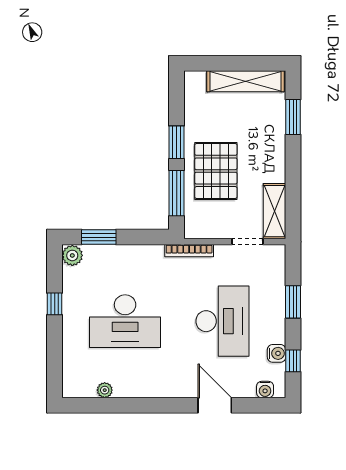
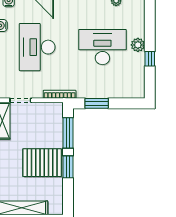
pallet: (216, 171) -> (42, 163), moved, turned 90
window: (99, 237) -> (97, 103), moved
plant: (72, 255) -> (138, 45), moved

